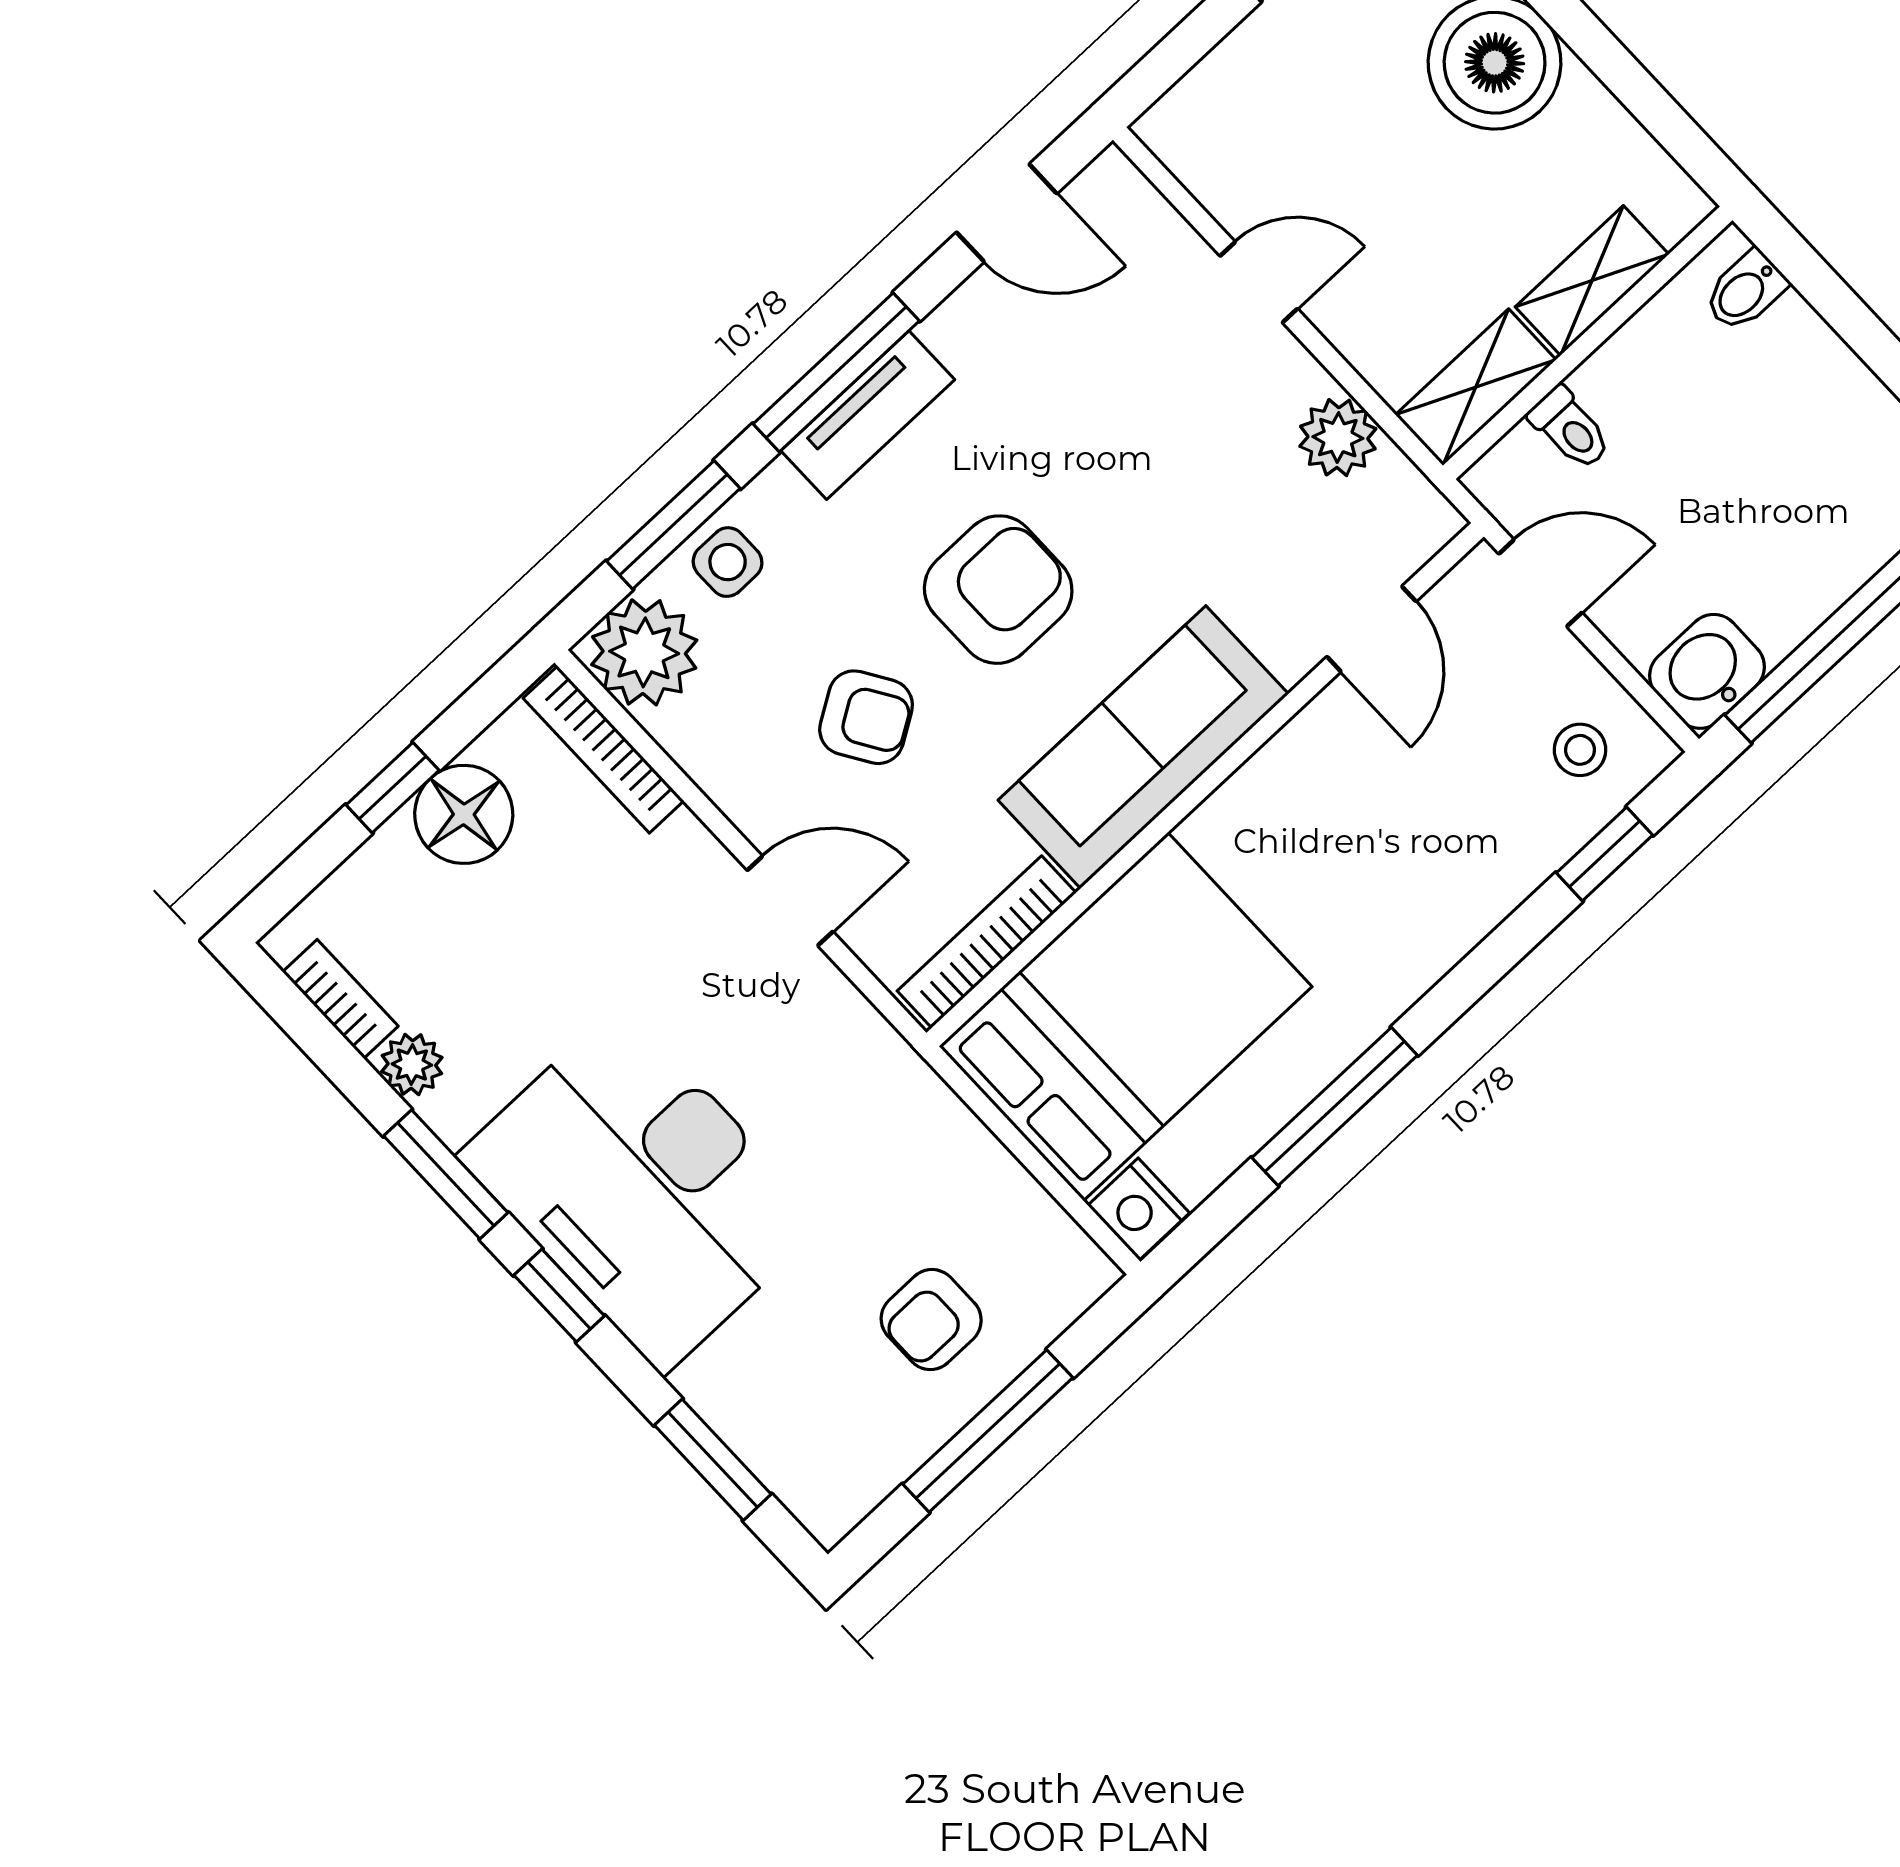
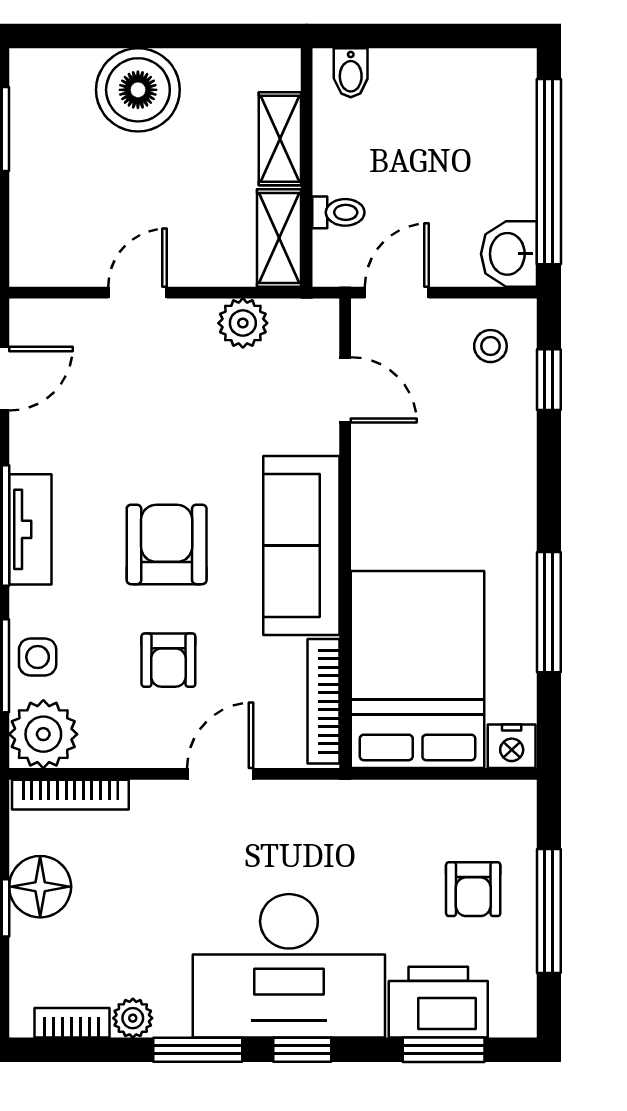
armchair: (866, 717) -> (168, 660), turned 122
printer: (762, 1402) -> (438, 1002), added

